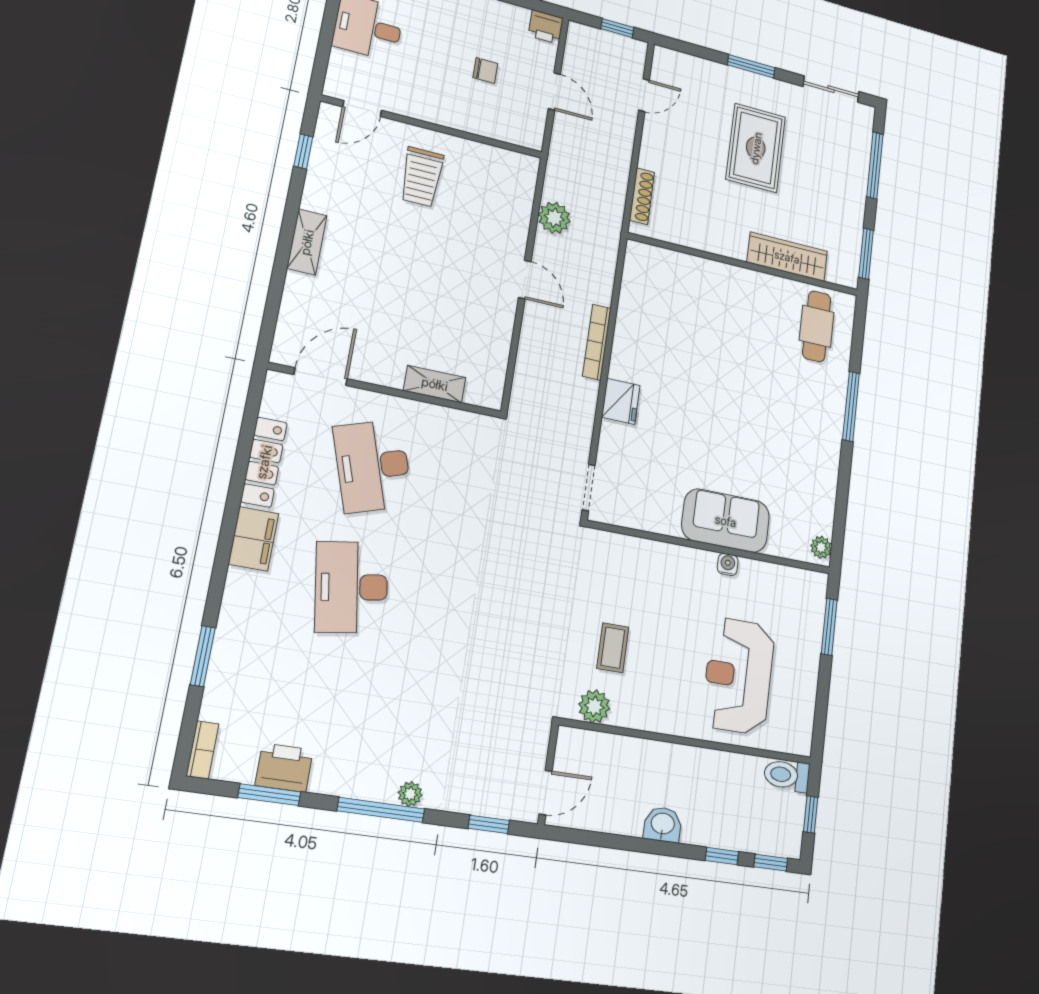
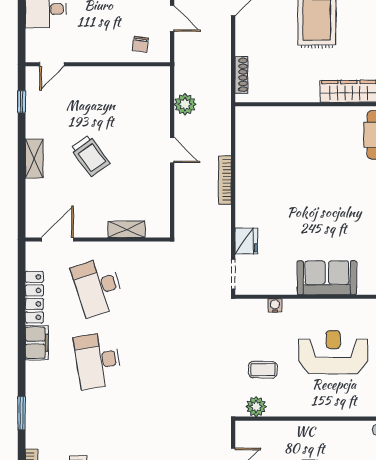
chair: (485, 71) -> (140, 44), moved, turned 98
trolley: (422, 177) -> (90, 156), moved, turned -36
fridge: (621, 401) -> (246, 241), moved
water cooler: (728, 564) -> (275, 305), moved
coffee table: (613, 648) -> (263, 370), turned 90
reception desk: (738, 676) -> (333, 352), moved, turned 90

